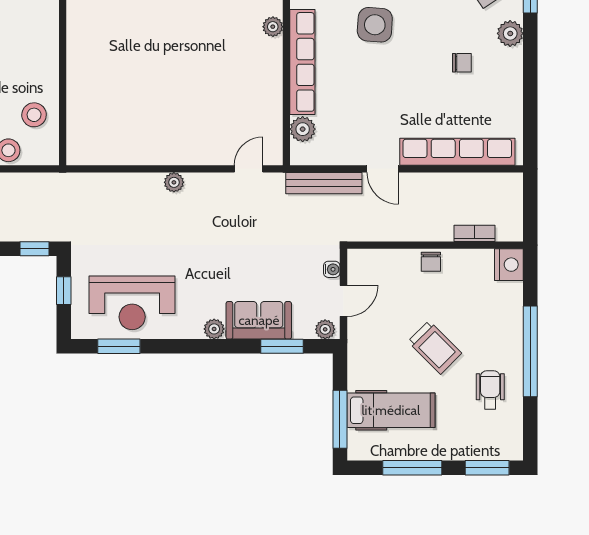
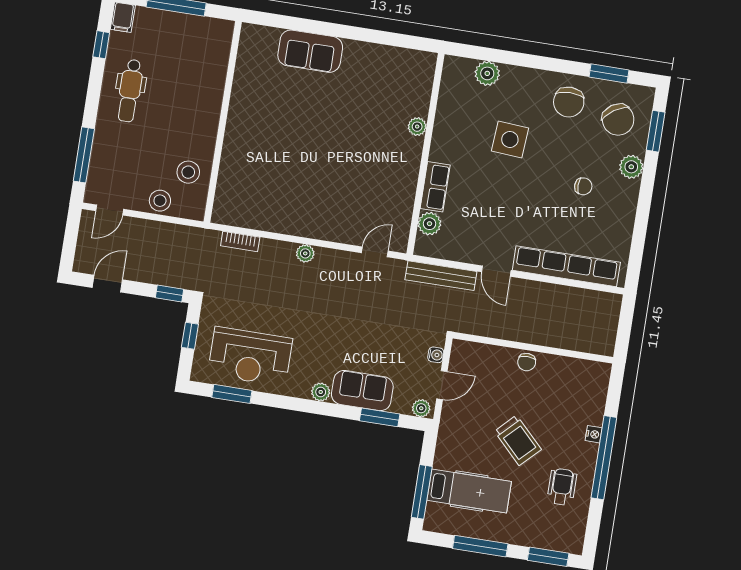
row of seats: (302, 62) -> (435, 187), width x0.50
bookcase: (475, 233) -> (240, 241), moved, turned 180
nightstand: (509, 265) -> (594, 434), moved, width x0.53, depth x0.56

